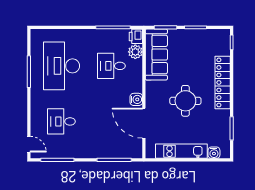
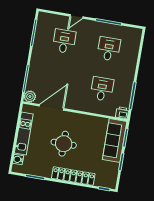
plant: (135, 52) -> (30, 97), moved
sofa: (156, 55) -> (115, 141), moved, turned 90
desk: (61, 66) -> (109, 49), width x0.53, depth x0.77
water cooler: (136, 99) -> (71, 104), removed
door: (29, 144) -> (76, 16), moved

